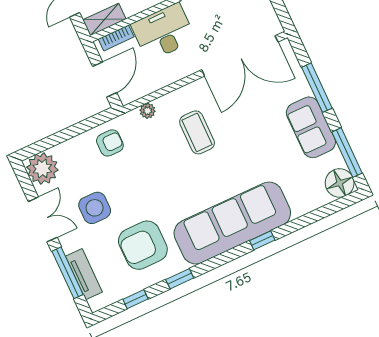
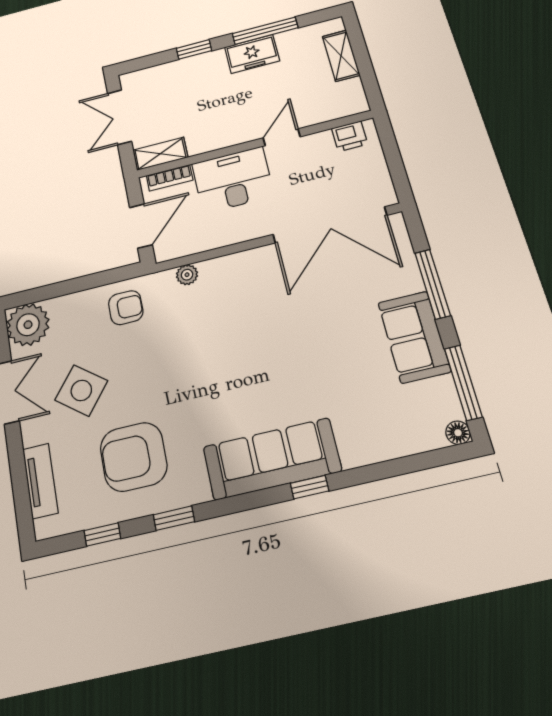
coffee table: (197, 132) -> (248, 315), removed
floor lamp: (340, 183) -> (458, 433), width x0.53, depth x0.53
side table: (95, 208) -> (81, 390), turned 38
sofa: (232, 223) -> (272, 459), width x0.74, depth x0.79
window: (67, 273) -> (19, 474), removed

